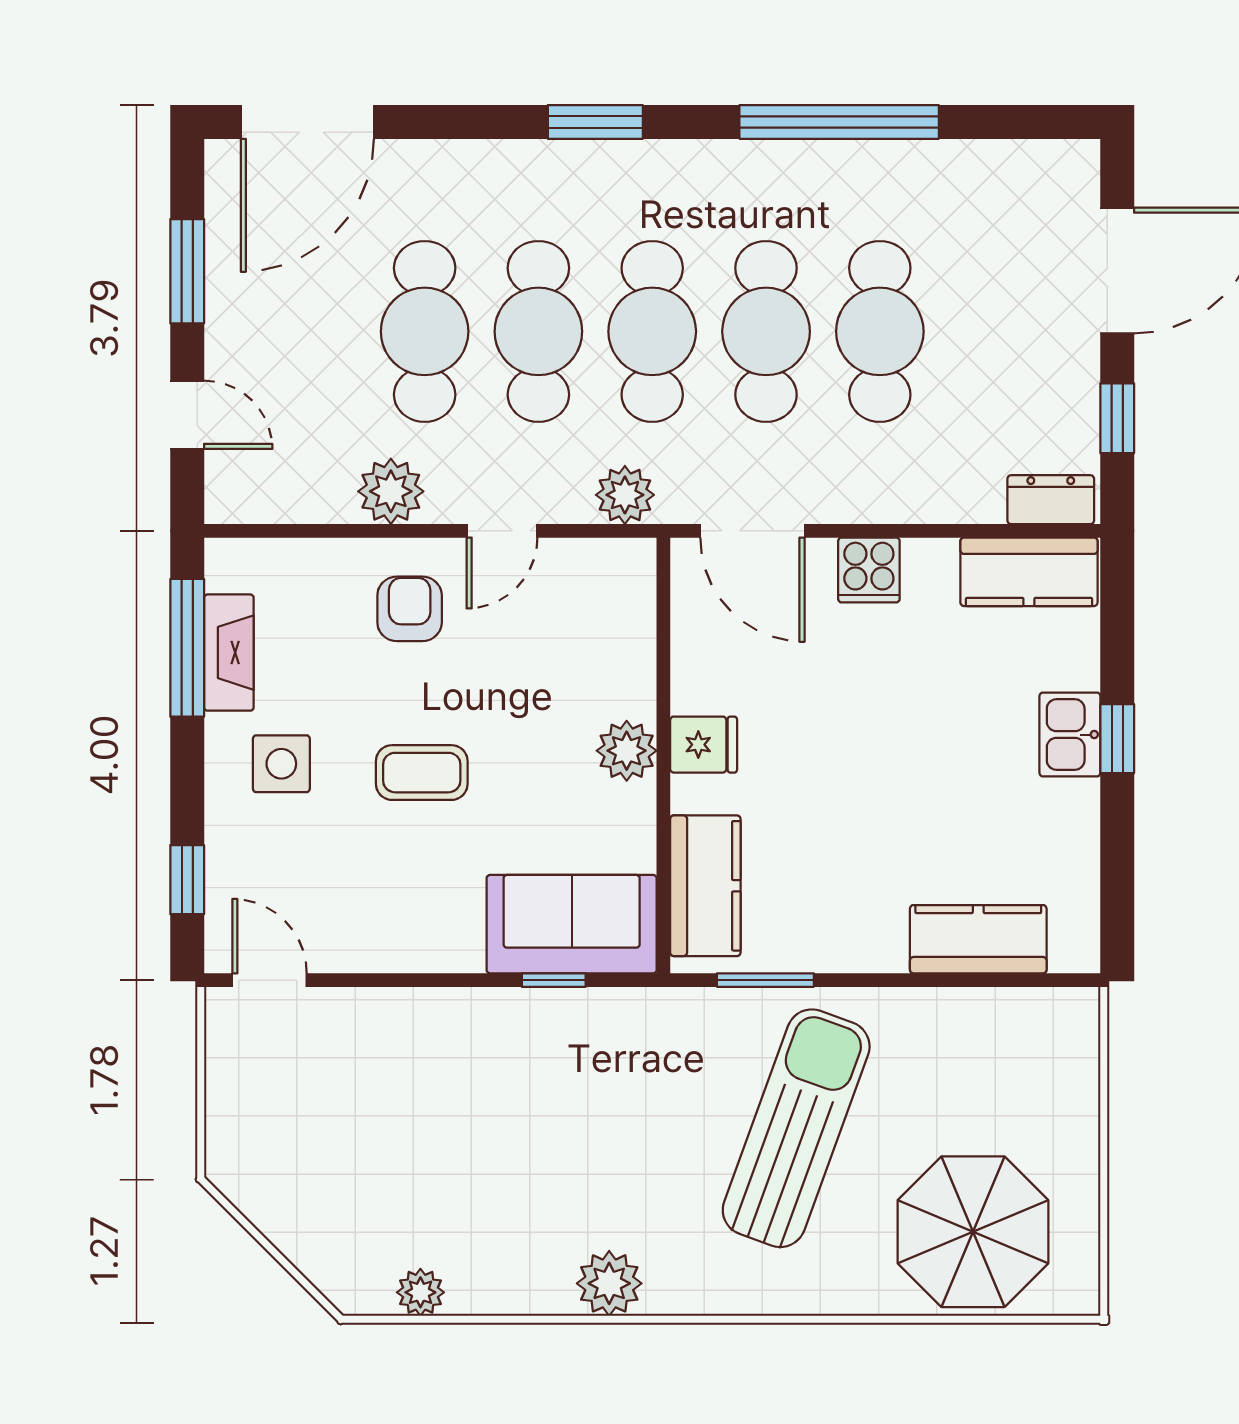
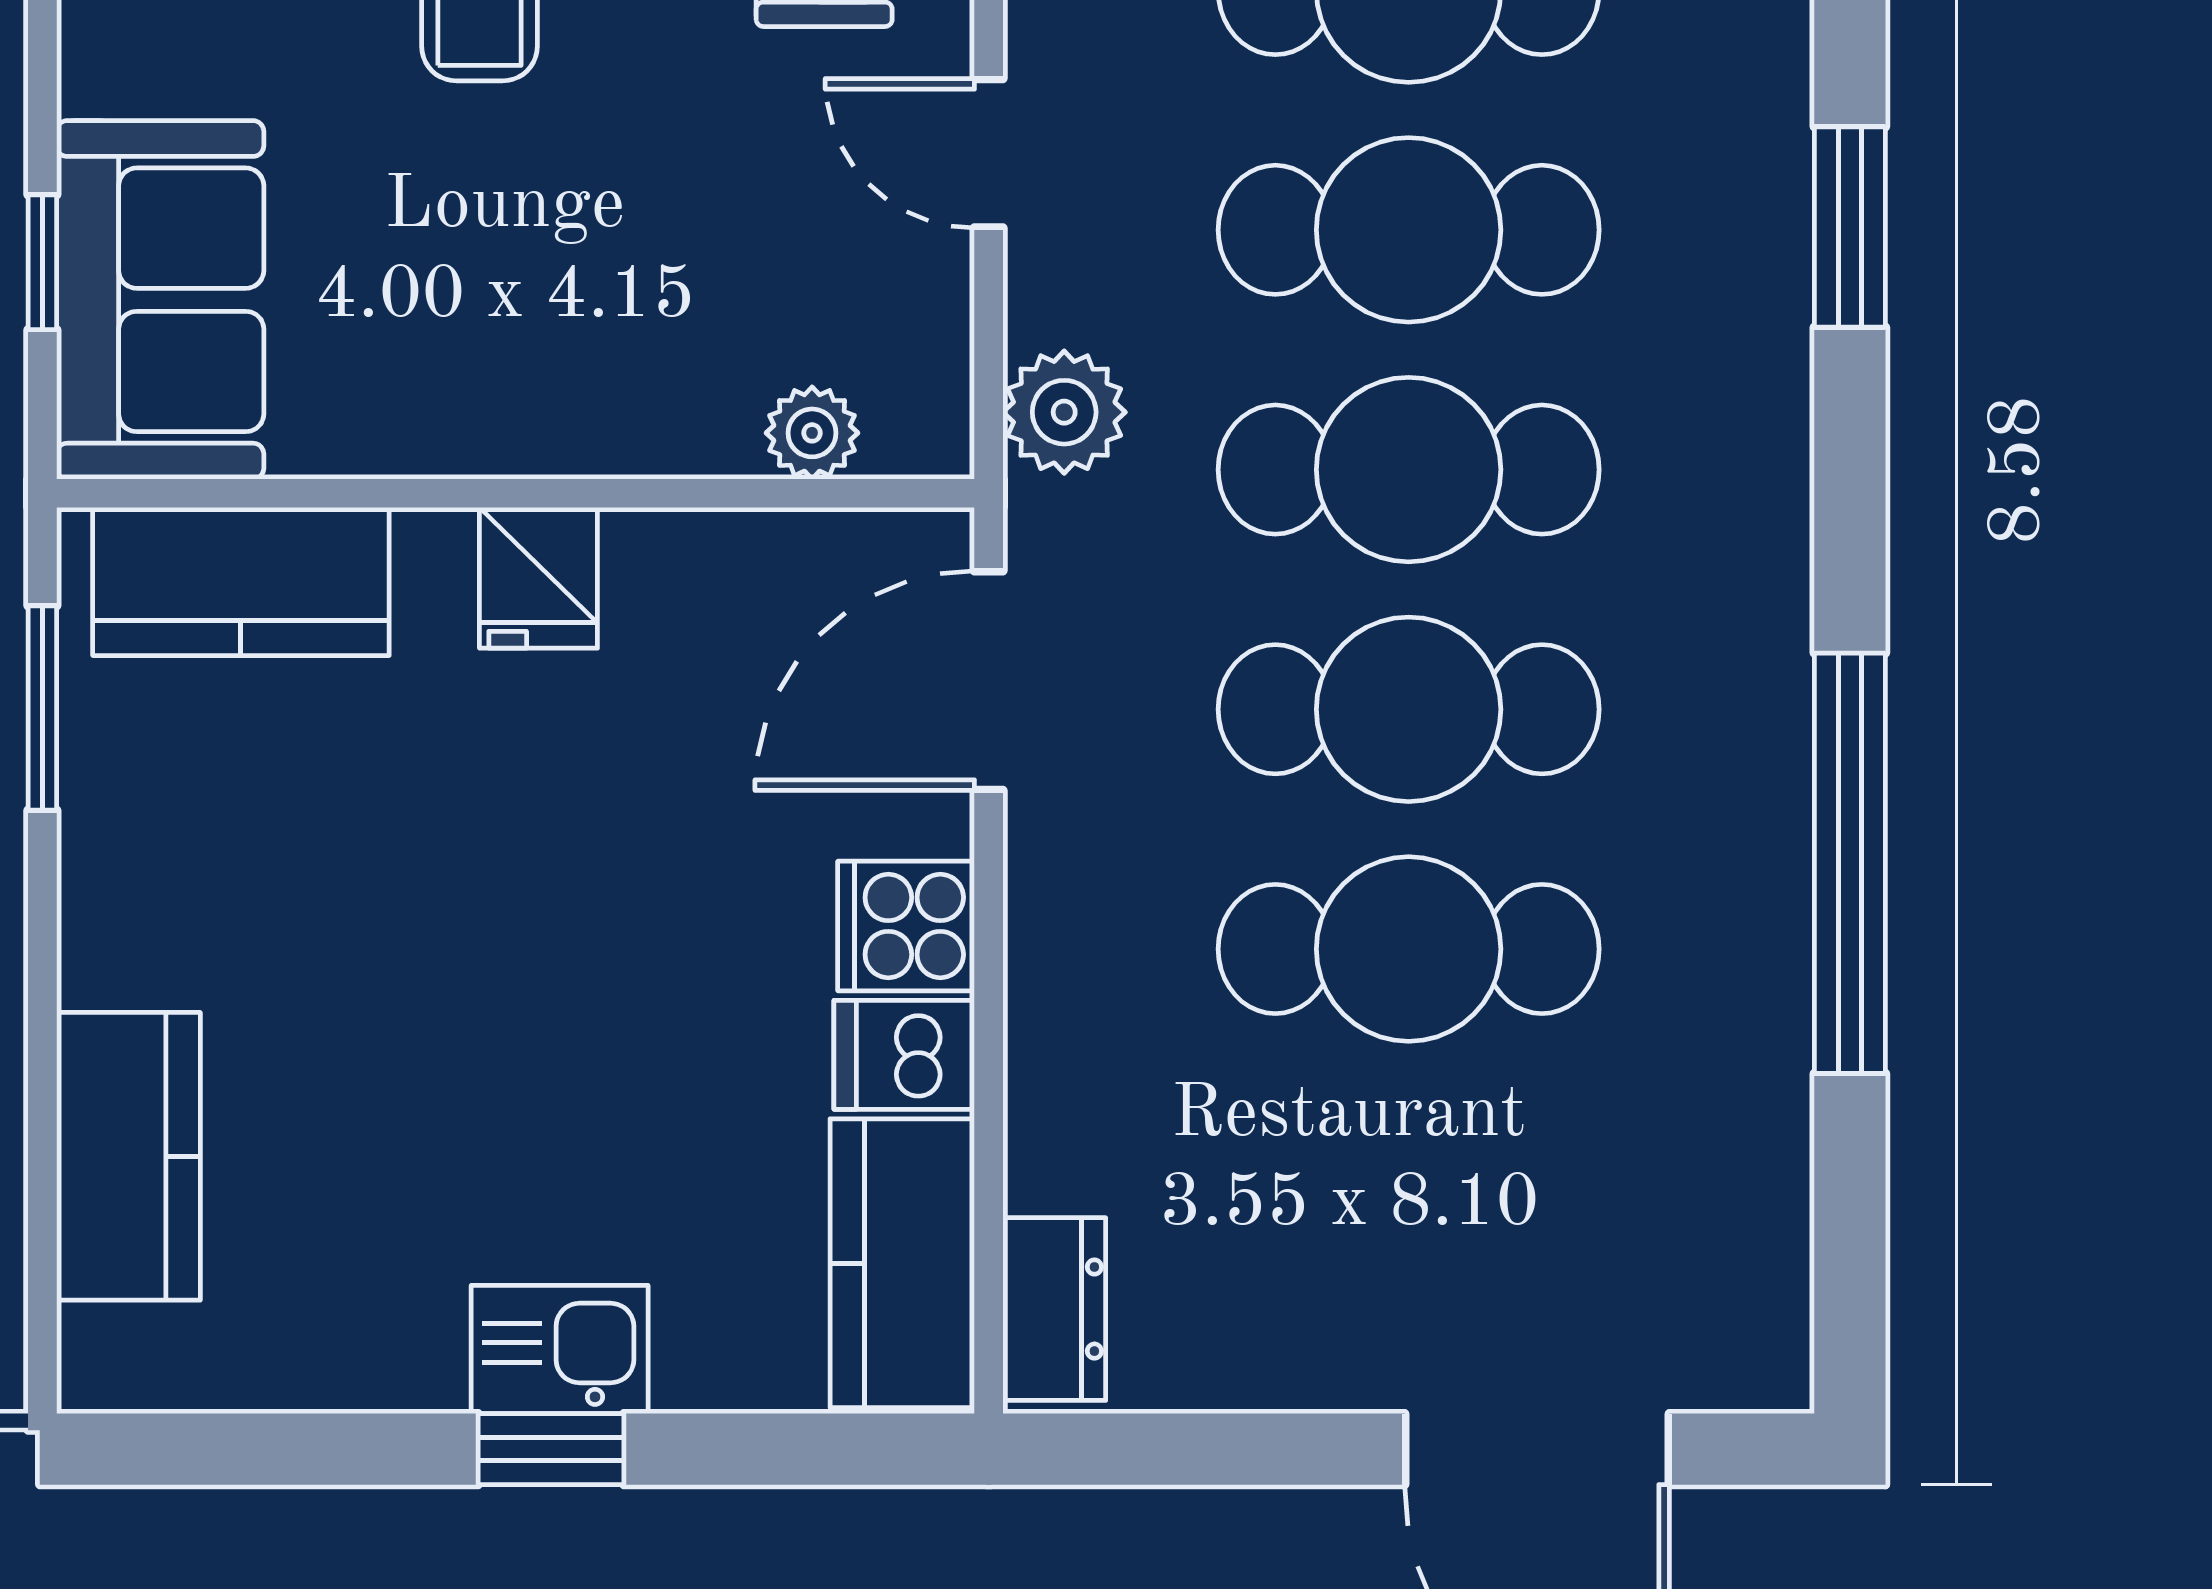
window: (595, 122) -> (1850, 227), moved
window: (1117, 418) -> (1226, 1449), removed
dishwasher: (930, 571) -> (904, 1055), added
plant: (627, 751) -> (812, 433), moved, width x0.73, depth x0.73

